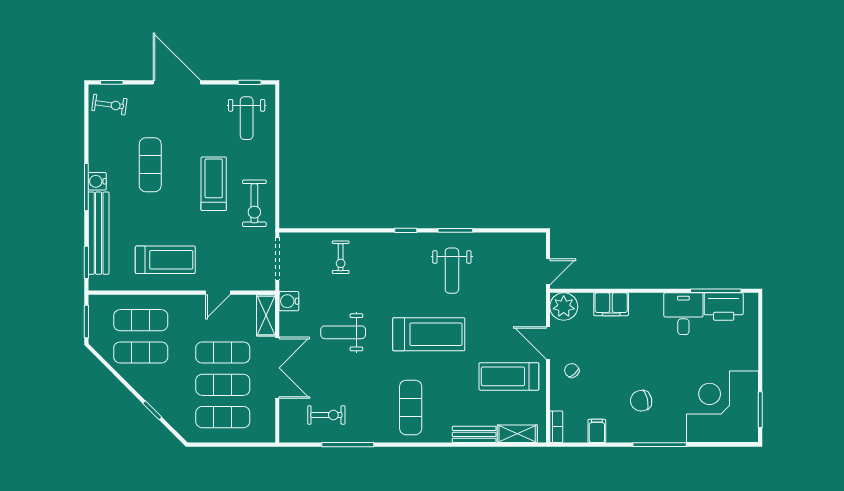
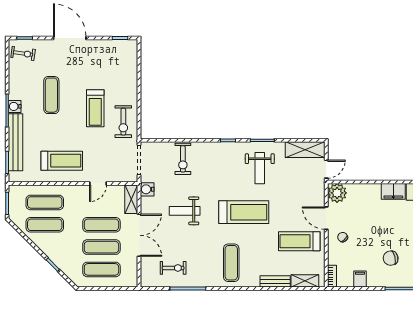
weight bench: (247, 118) -> (118, 63), removed
treadmill: (214, 184) -> (95, 108), turned 180
shelving: (517, 244) -> (305, 150), added
exercise bike: (341, 257) -> (183, 159), width x1.38, depth x1.39
filing cabinet: (611, 304) -> (393, 191), moved

